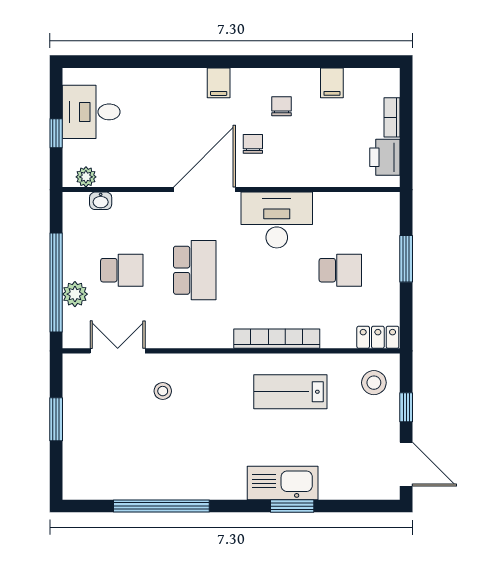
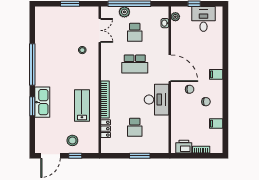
locker: (378, 337) -> (106, 129), moved
stool: (374, 383) -> (72, 140), moved
window: (161, 506) -> (32, 64), moved

